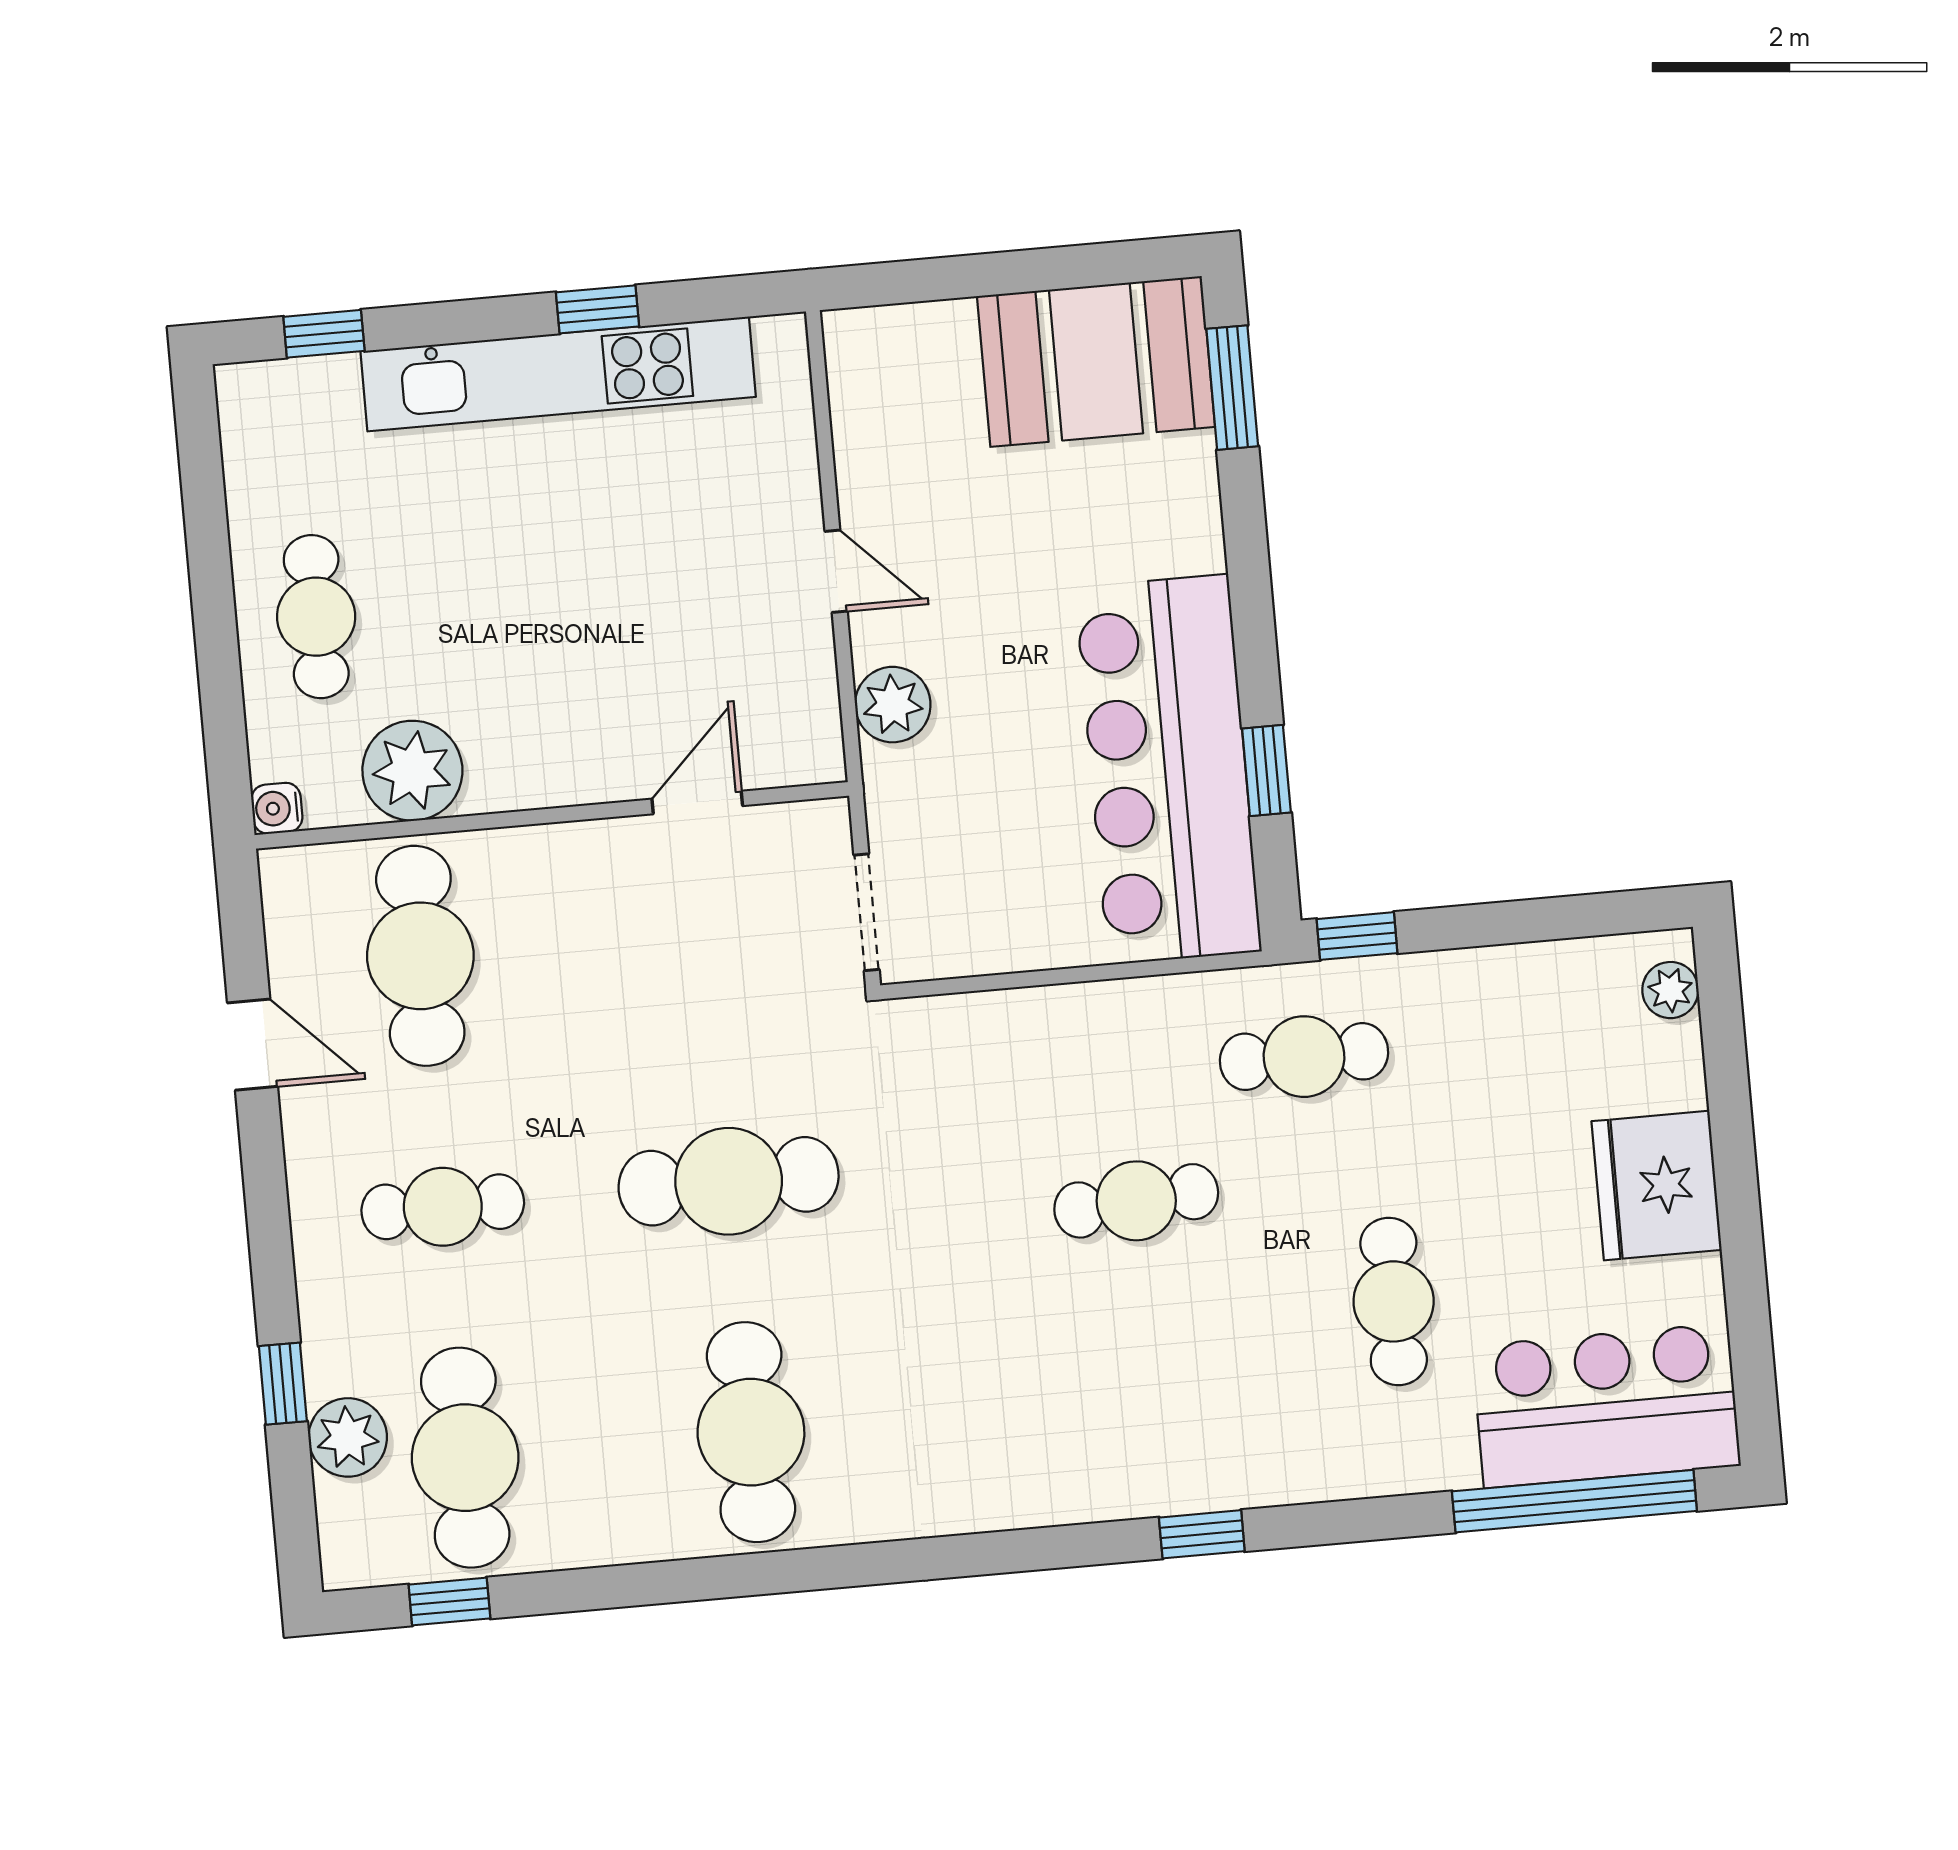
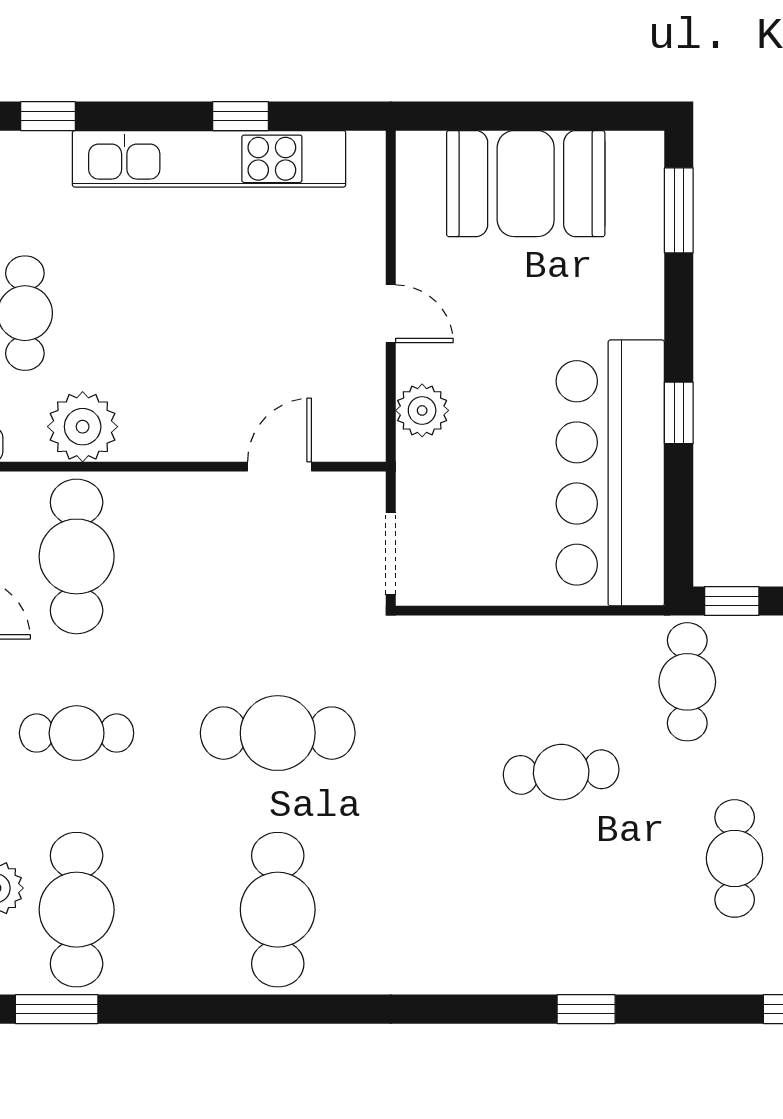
booth: (1096, 362) -> (526, 184), moved
window: (1266, 770) -> (679, 413), moved
cafe table: (1304, 1057) -> (687, 682), turned 90
window: (449, 1602) -> (57, 1009), width x1.50

